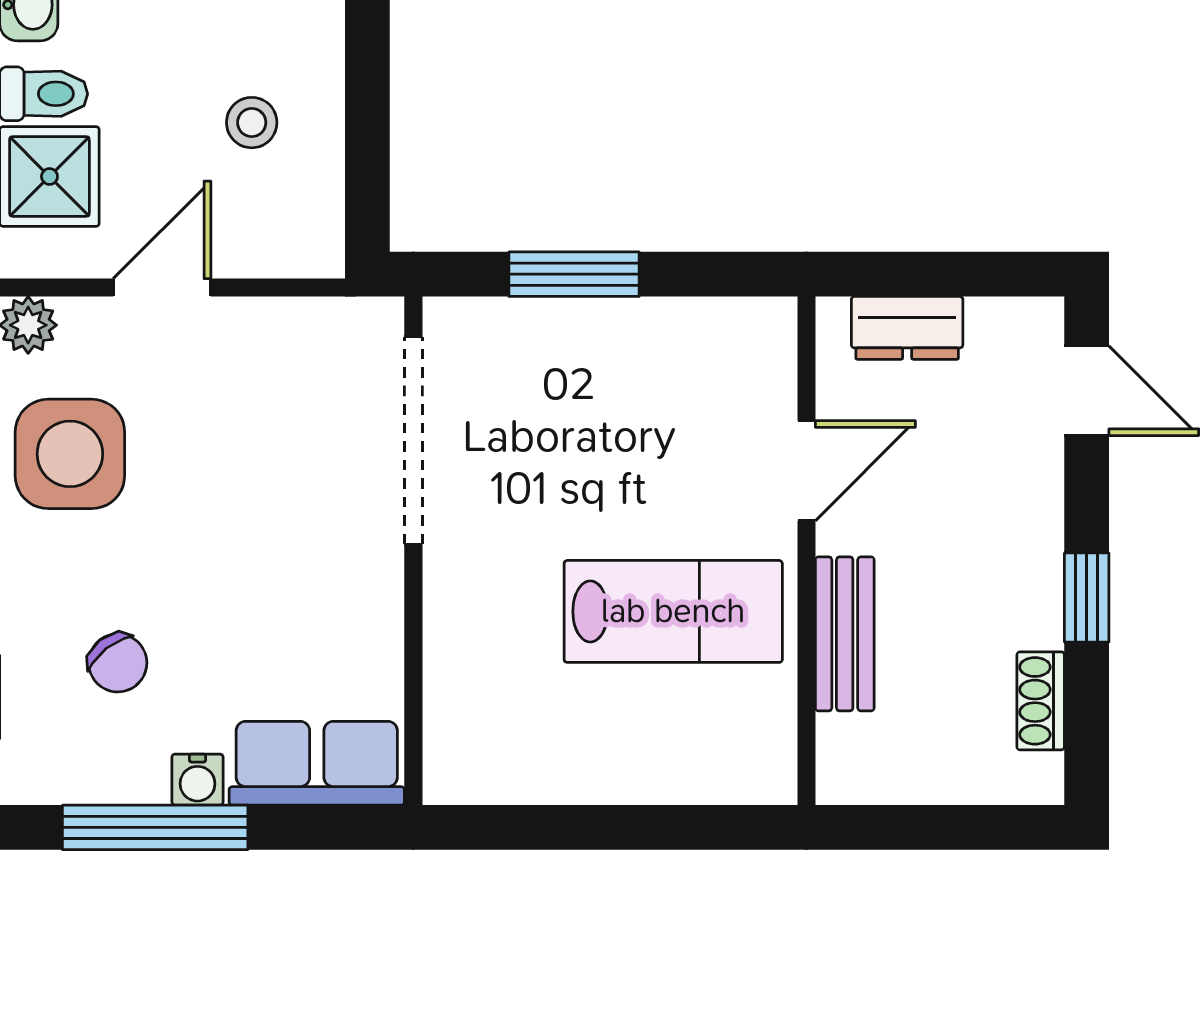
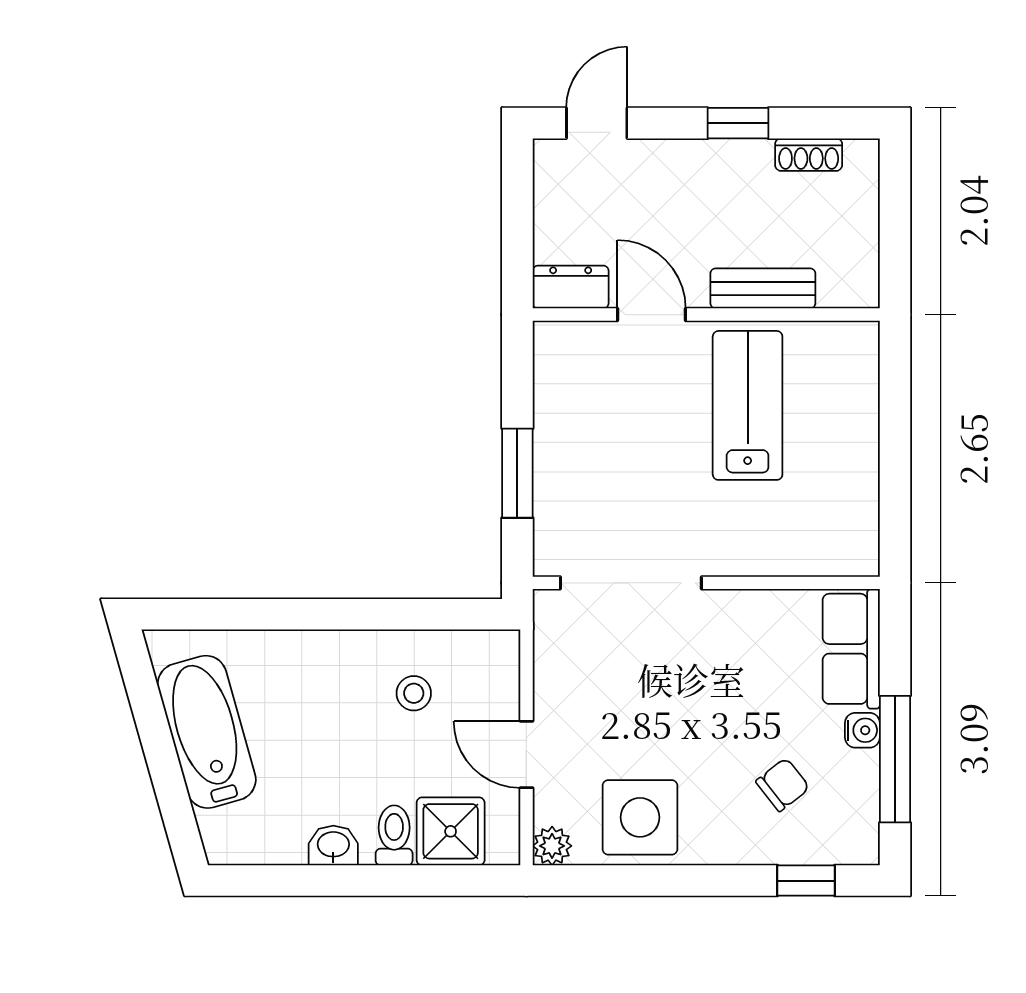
dresser: (907, 328) -> (571, 287), moved, turned -90

